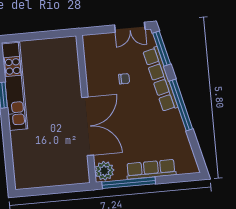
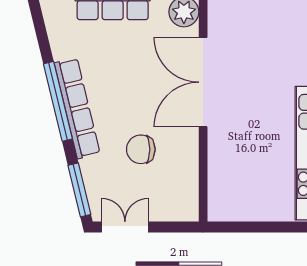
chair: (124, 79) -> (141, 149), width x1.87, depth x1.87
row of seats: (160, 79) -> (77, 108), moved

